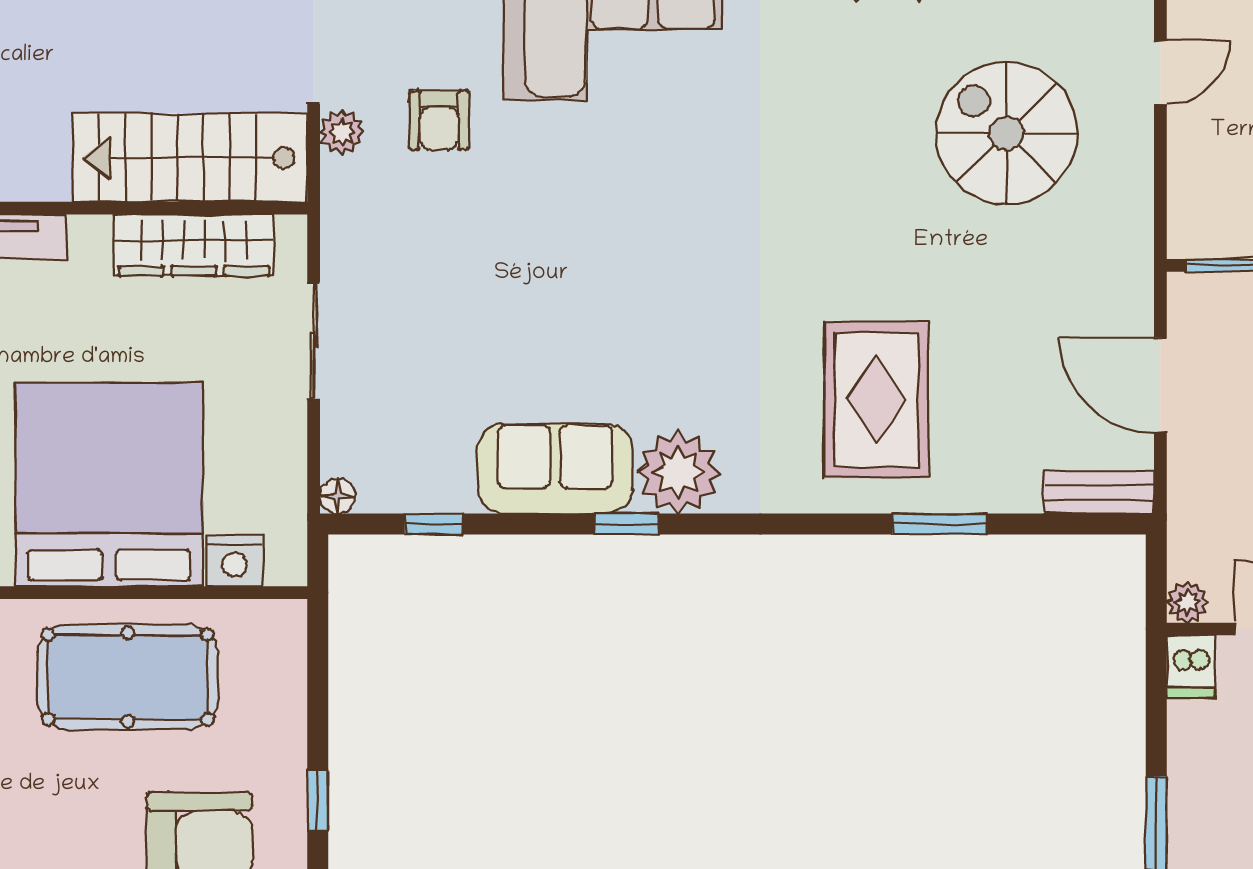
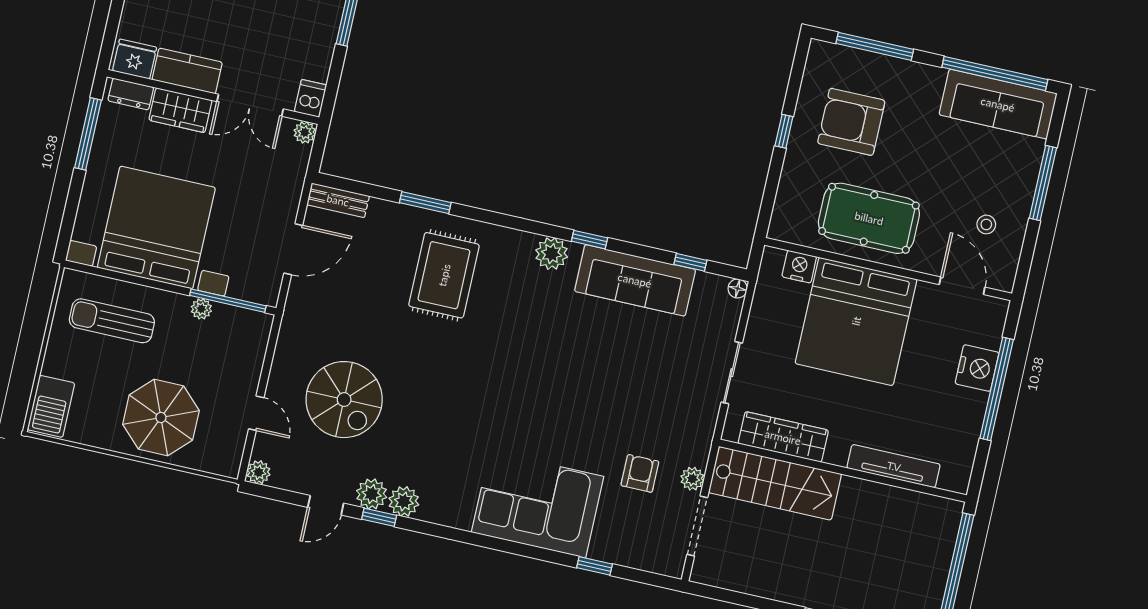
door: (1160, 72) -> (256, 413), swing flipped
door: (1160, 385) -> (293, 249), hinge flipped
sofa: (555, 469) -> (635, 280), width x1.36
plant: (678, 472) -> (552, 254), width x0.73, depth x0.73

